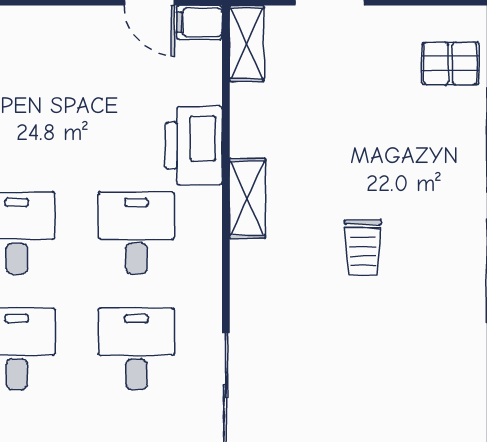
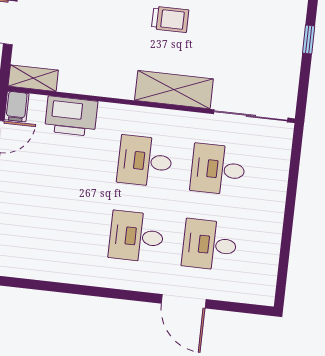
printer: (194, 146) -> (71, 116), moved
shelving: (247, 198) -> (174, 90), moved, width x1.50, depth x1.33

